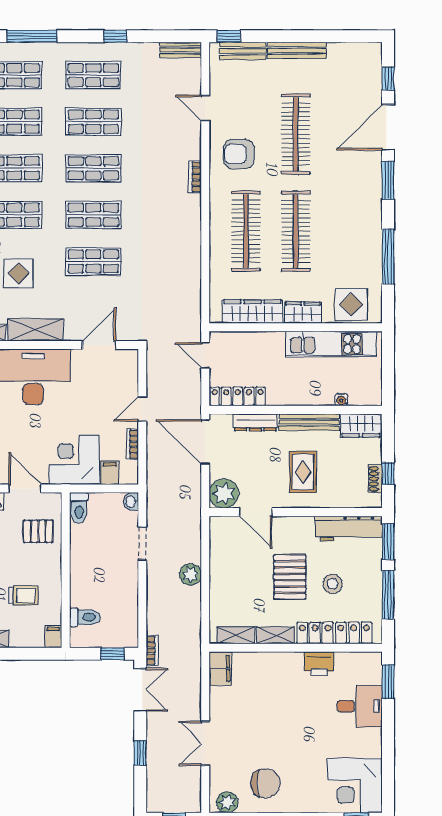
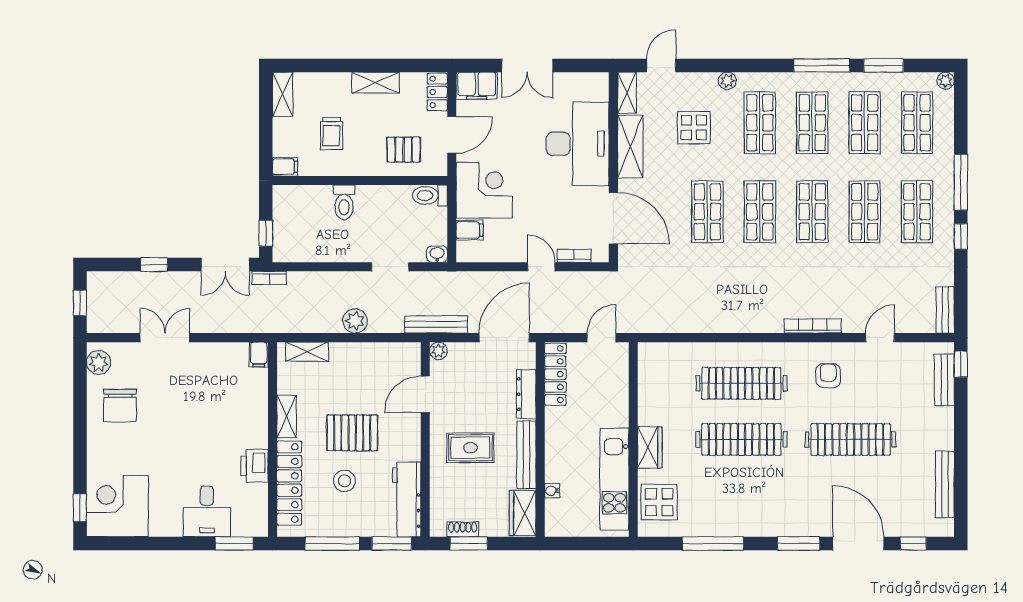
window: (32, 36) -> (961, 182), moved
bench: (297, 50) -> (945, 484), moved
armchair: (239, 154) -> (828, 376), width x0.72, depth x0.72
bookcase: (195, 177) -> (813, 326), width x1.56
wardrobe: (252, 312) -> (651, 391), removed
door: (99, 345) -> (613, 218), width x1.36
bookcase: (132, 444) -> (574, 256), moved
window: (388, 473) -> (469, 543), width x1.50
plant: (224, 493) -> (438, 351), width x0.53, depth x0.53
bench: (193, 502) -> (436, 324), added
pallet: (38, 531) -> (404, 150), turned 90
toilet: (85, 617) -> (344, 202), moved
shelving: (236, 635) -> (307, 352), moved, turned 90
filing cabinet: (220, 668) -> (259, 355), width x0.50

